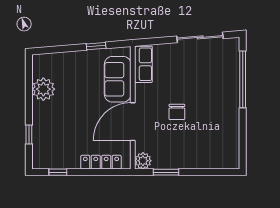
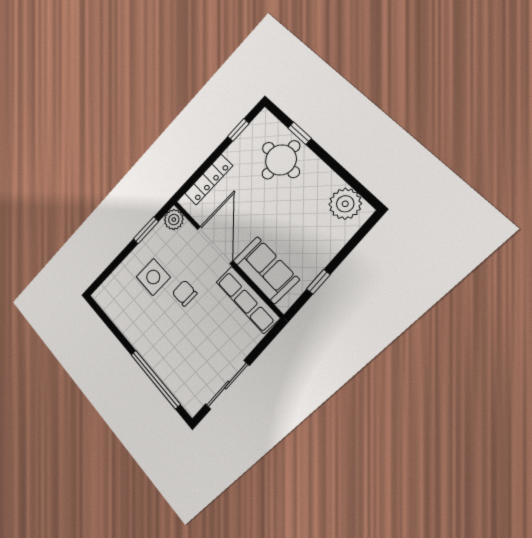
row of seats: (143, 64) -> (248, 300), width x1.48
plant: (43, 89) -> (345, 204), moved
round table: (52, 131) -> (281, 160), added
side table: (188, 140) -> (153, 277), added

